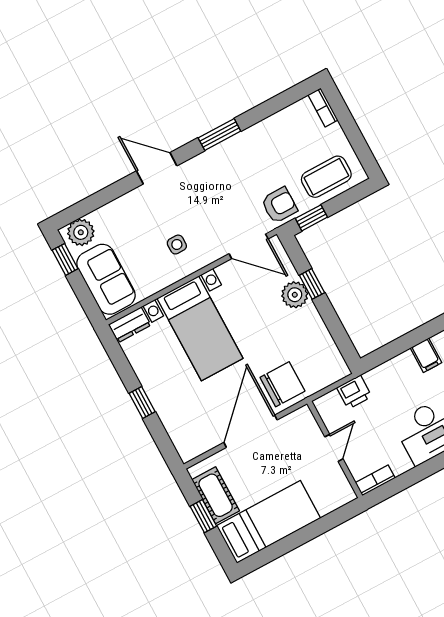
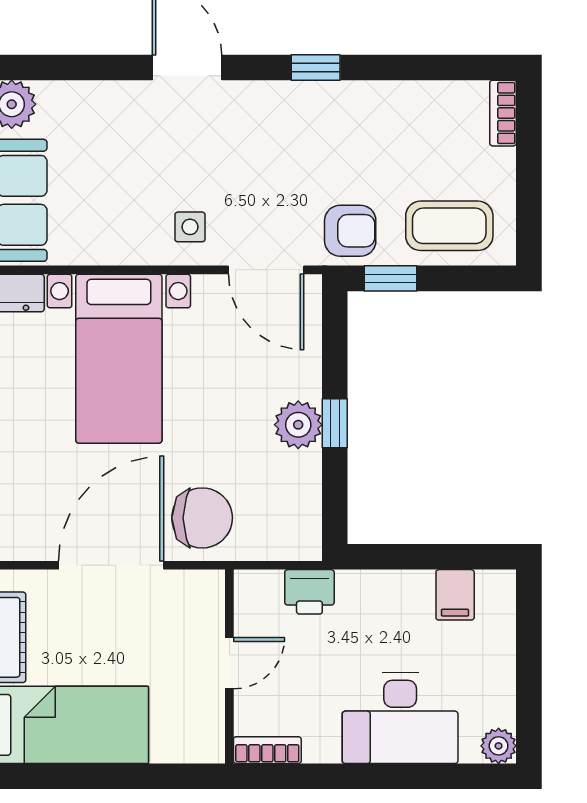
window: (219, 134) -> (316, 67), width x0.67
side table: (177, 245) -> (190, 227), moved
window: (312, 284) -> (335, 423), moved
plant: (295, 295) -> (298, 425), moved

